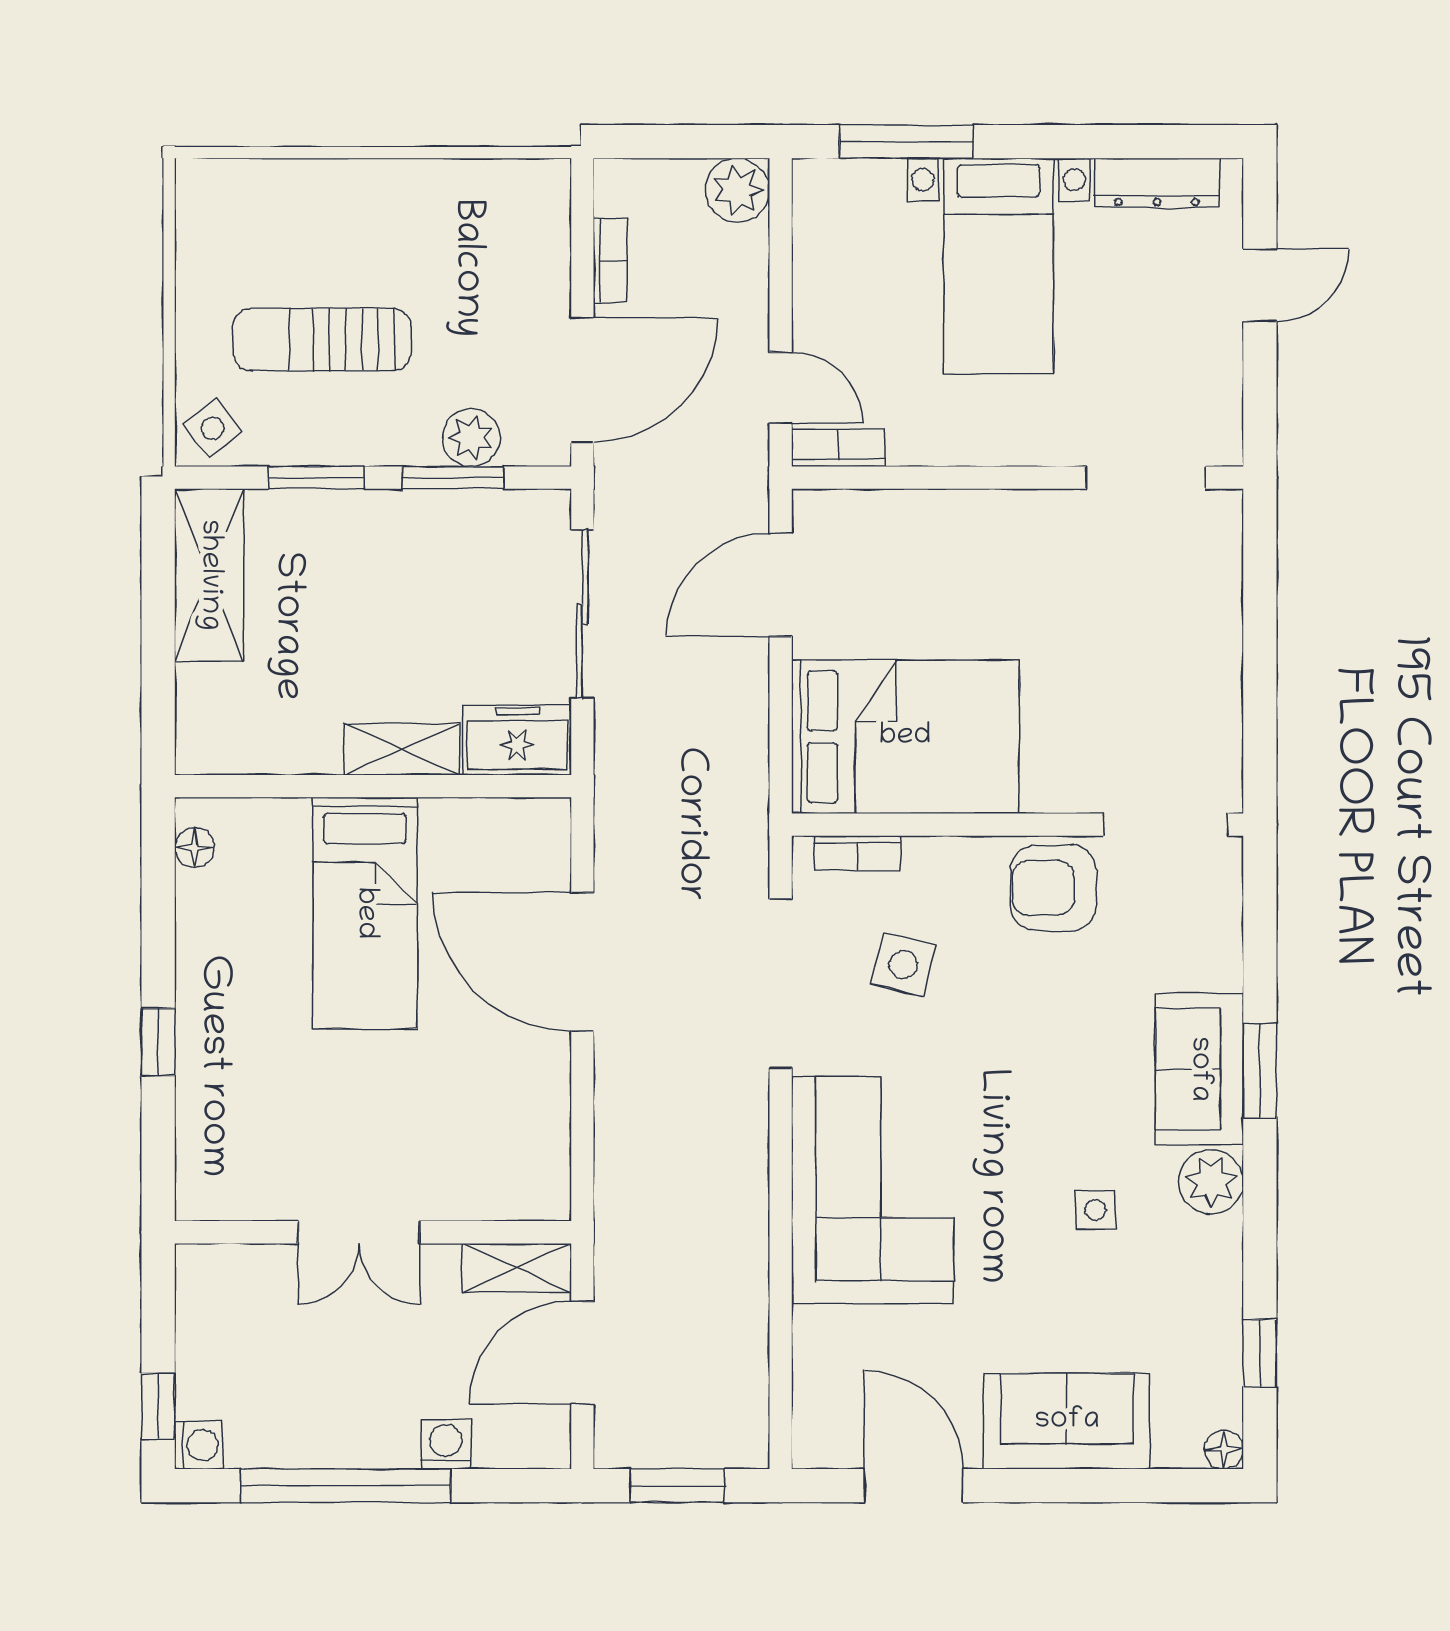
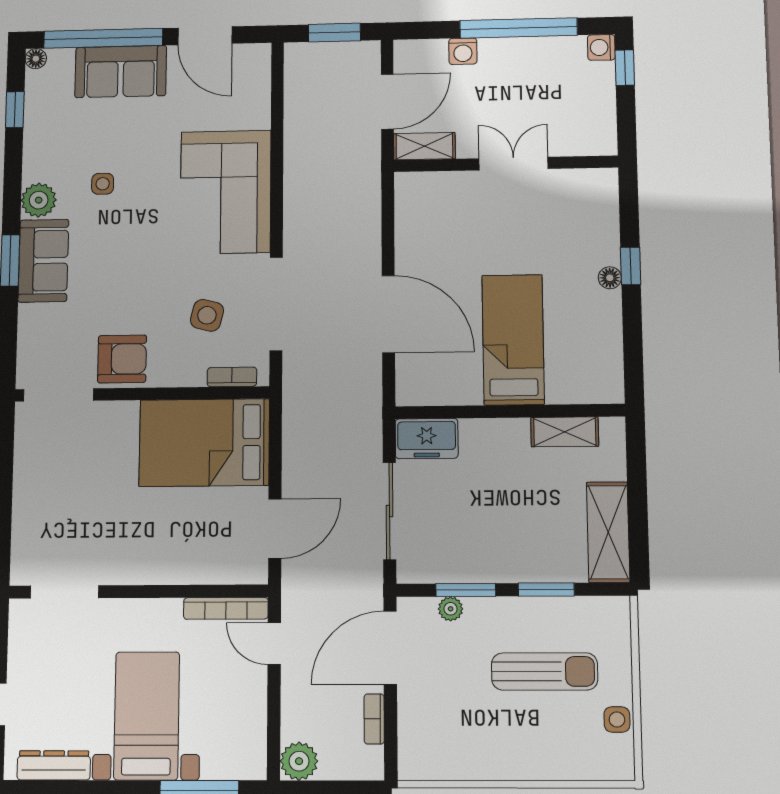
side table: (212, 428) -> (617, 719), moved, turned 38
plant: (471, 438) -> (451, 609), width x0.73, depth x0.73
bookcase: (838, 448) -> (226, 608), width x1.56
shelving: (401, 749) -> (565, 432), moved
floor lamp: (195, 848) -> (610, 278), moved
window: (1100, 1486) -> (103, 38), added

